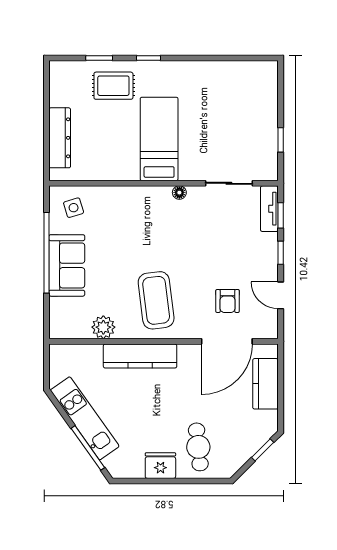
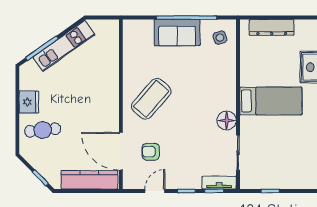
floor lamp: (179, 193) -> (227, 120), width x1.89, depth x1.89
coffee table: (156, 300) -> (151, 99), turned -42
plant: (103, 327) -> (131, 60), removed
kitchen counter: (140, 356) -> (110, 87), removed
kitchen counter: (265, 384) -> (89, 180), width x1.50

